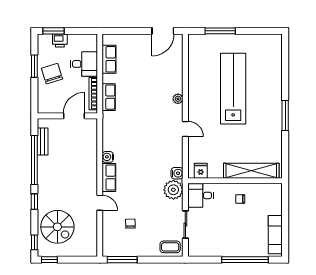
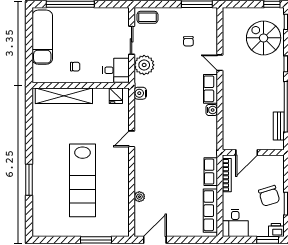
printer: (60, 40) -> (276, 230), moved
row of seats: (109, 59) -> (210, 211), width x1.48
desk: (84, 64) -> (235, 223), moved, turned -90
plant: (178, 99) -> (139, 197), moved
window: (285, 115) -> (29, 180), moved
door: (185, 129) -> (132, 139), hinge flipped
plant: (173, 190) -> (144, 65), moved
exam couch: (275, 235) -> (42, 37), width x1.36, depth x1.45

